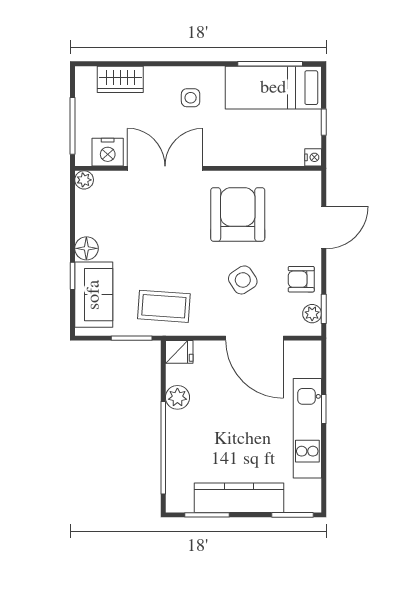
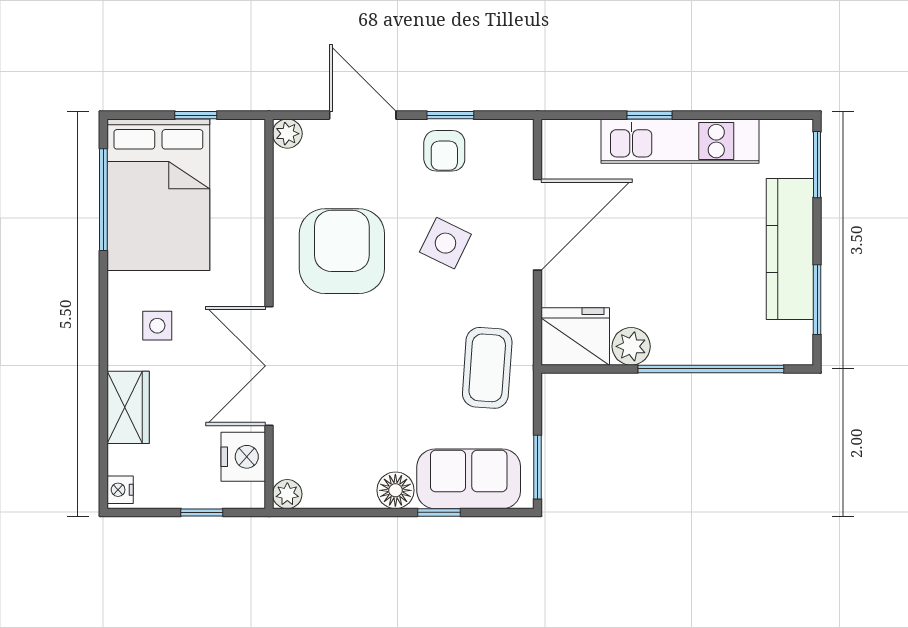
wardrobe: (120, 79) -> (128, 407), moved
bed: (273, 88) -> (158, 195), width x1.50
window: (72, 126) -> (202, 512), width x0.46
nightstand: (313, 157) -> (120, 490), moved, turned -90
armchair: (238, 214) -> (342, 251), turned 90
side table: (243, 280) -> (445, 243), turned -31
window: (324, 309) -> (450, 115), moved
plant: (312, 314) -> (287, 134), moved
window: (132, 338) -> (537, 467), moved
fridge: (179, 352) -> (575, 336), width x1.88, depth x1.34

